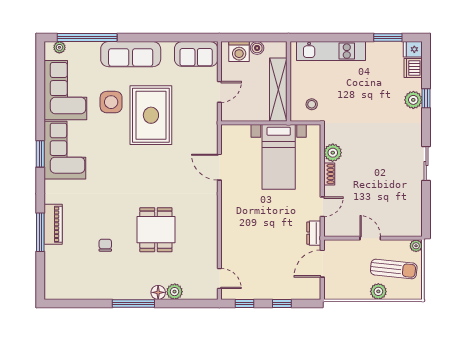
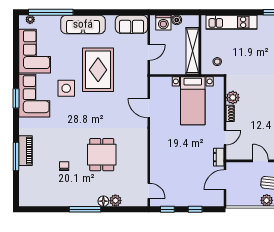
side table: (111, 102) -> (66, 88), moved

